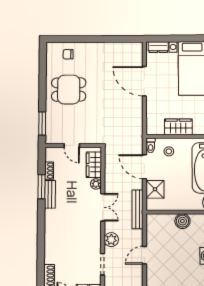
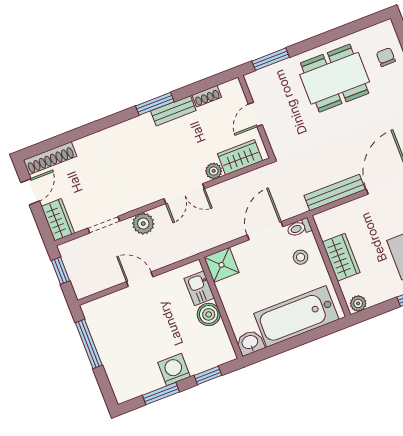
dining table: (69, 89) -> (335, 78), width x1.38
window: (42, 187) -> (155, 104), moved
shower: (155, 189) -> (221, 265), moved
bench: (137, 209) -> (335, 193), moved
kitchen sink: (164, 221) -> (199, 288), added

